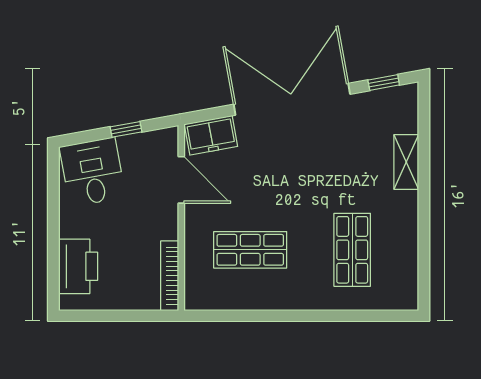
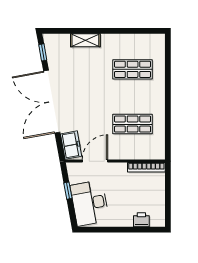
desk: (92, 172) -> (90, 203), width x1.37
shop shelf: (250, 250) -> (133, 124), turned 90
printer: (78, 266) -> (141, 220), width x0.53, depth x0.68

